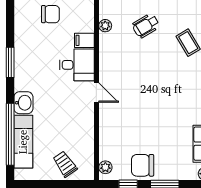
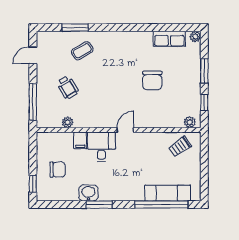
chair: (50, 14) -> (58, 170), turned 90
washbasin: (23, 103) -> (88, 193), moved
trolley: (65, 164) -> (180, 147), moved
chair: (143, 165) -> (152, 80), moved

